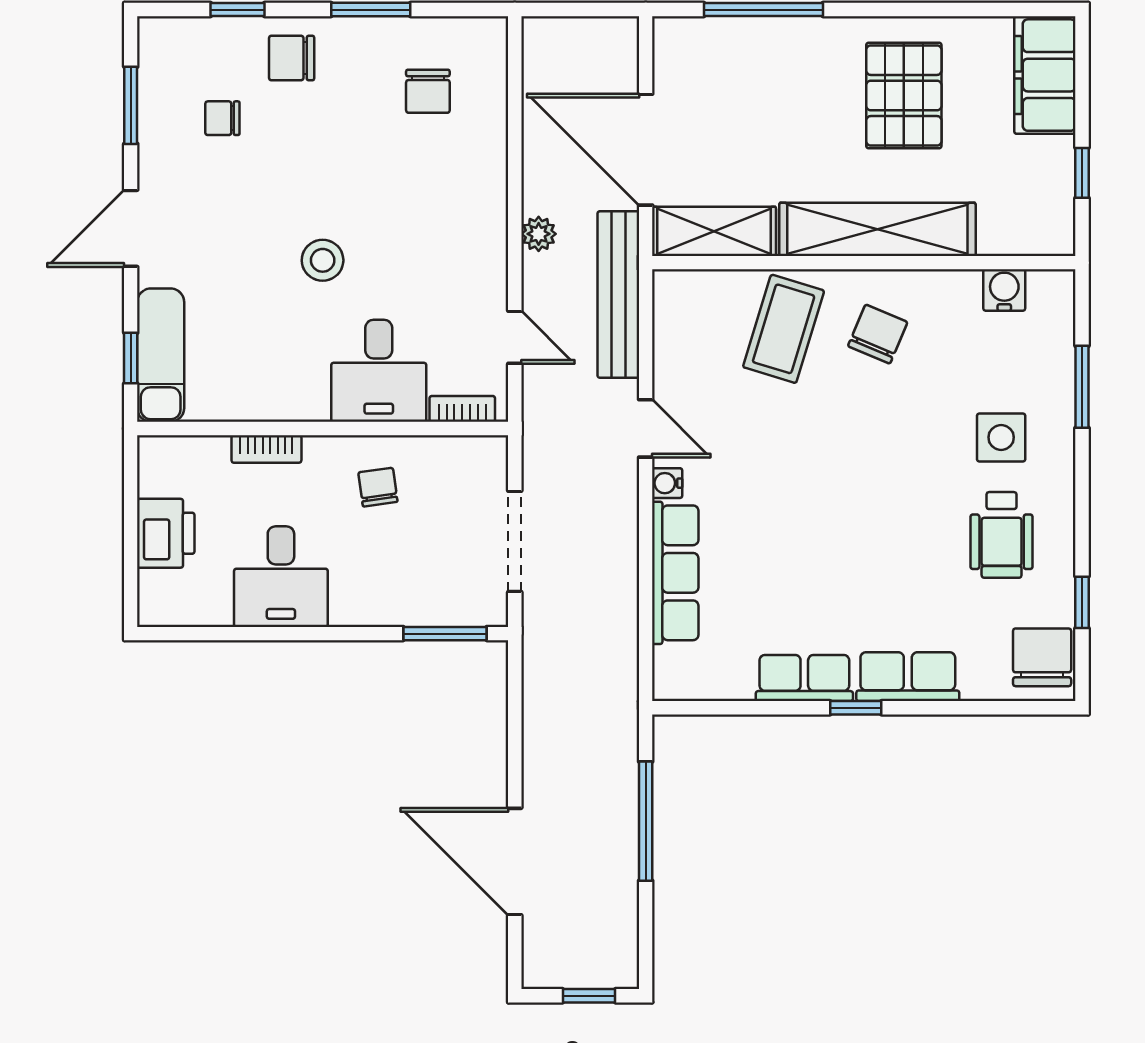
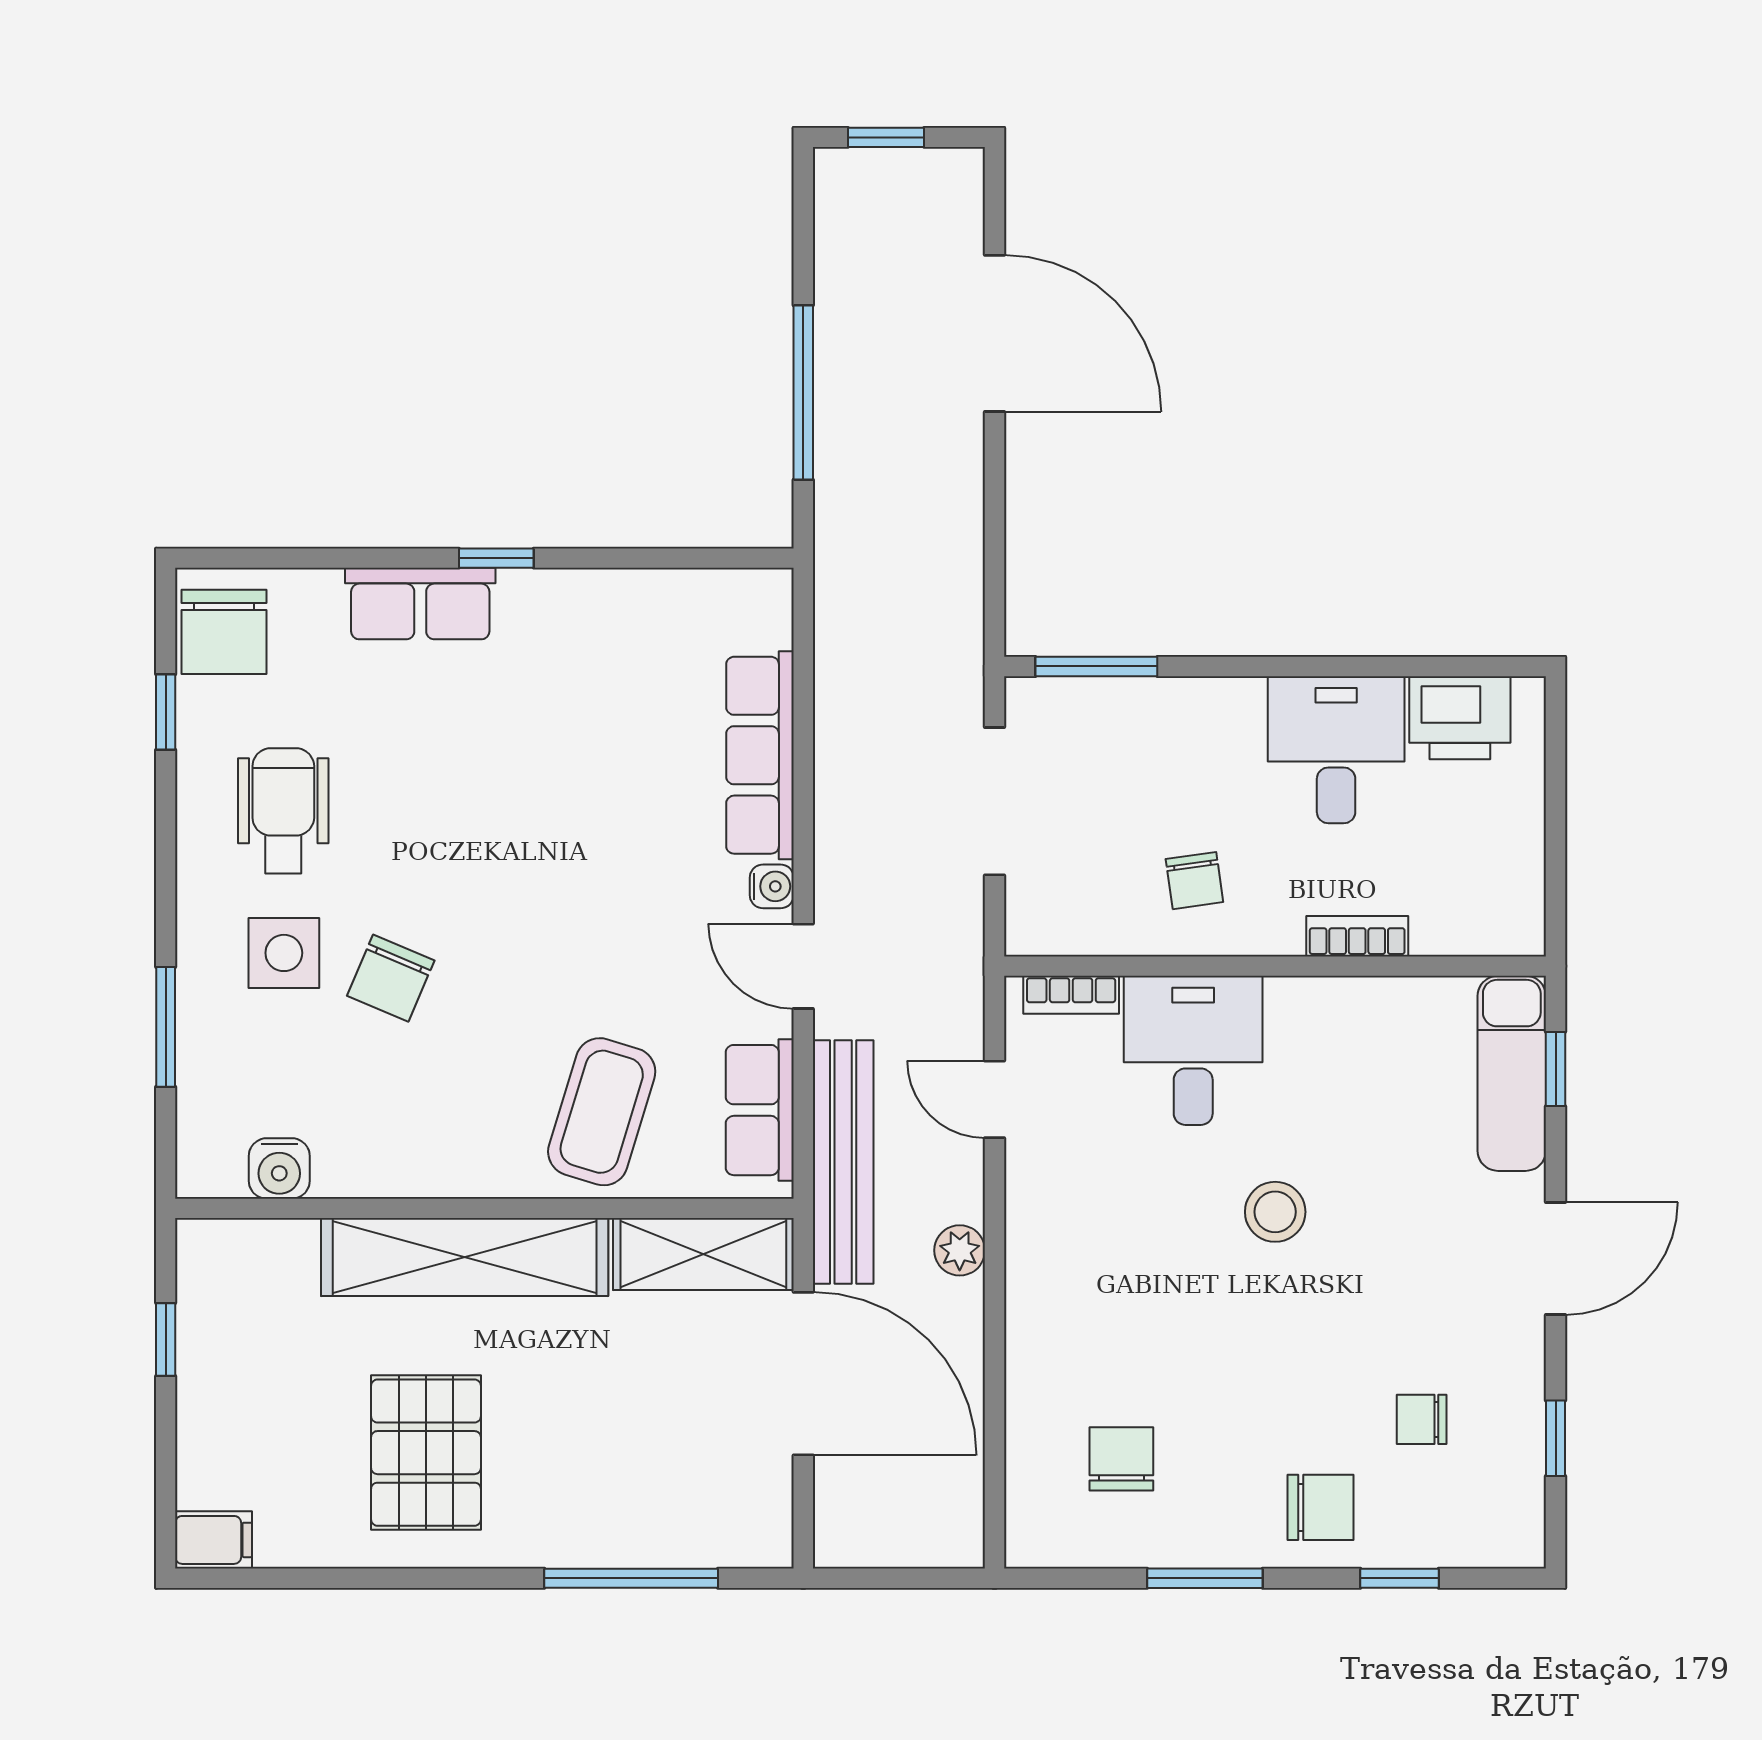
filing cabinet: (1045, 75) -> (214, 1540), width x0.33, depth x0.86
window: (131, 105) -> (1556, 1438), width x0.67
chair: (222, 118) -> (1422, 1419), turned 180
chair: (878, 334) -> (391, 978), moved
printer: (166, 533) -> (1460, 718), moved, turned -90
row of seats: (804, 678) -> (760, 1110), moved, turned 90

